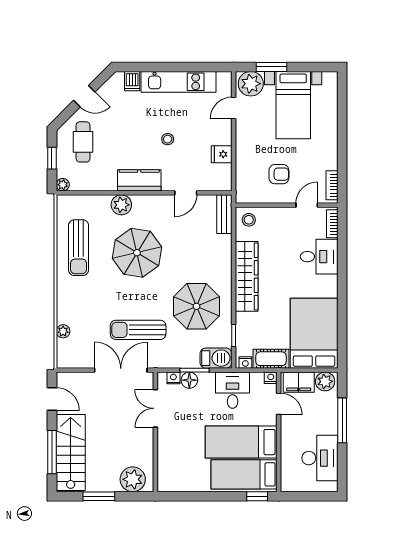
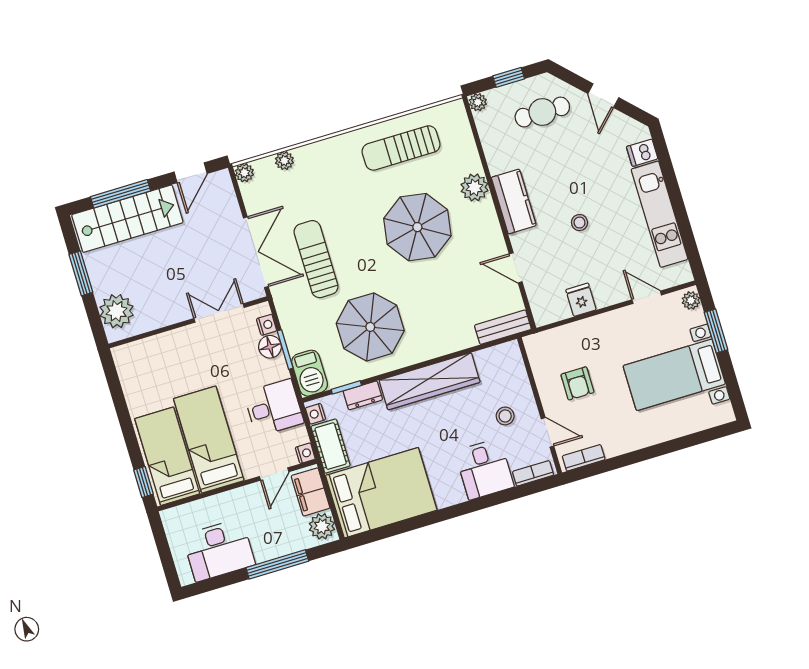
plant: (251, 84) -> (691, 300), width x0.53, depth x0.53
stool: (249, 220) -> (505, 416), moved
dresser: (243, 326) -> (363, 395), added
plant: (63, 362) -> (244, 173), added

